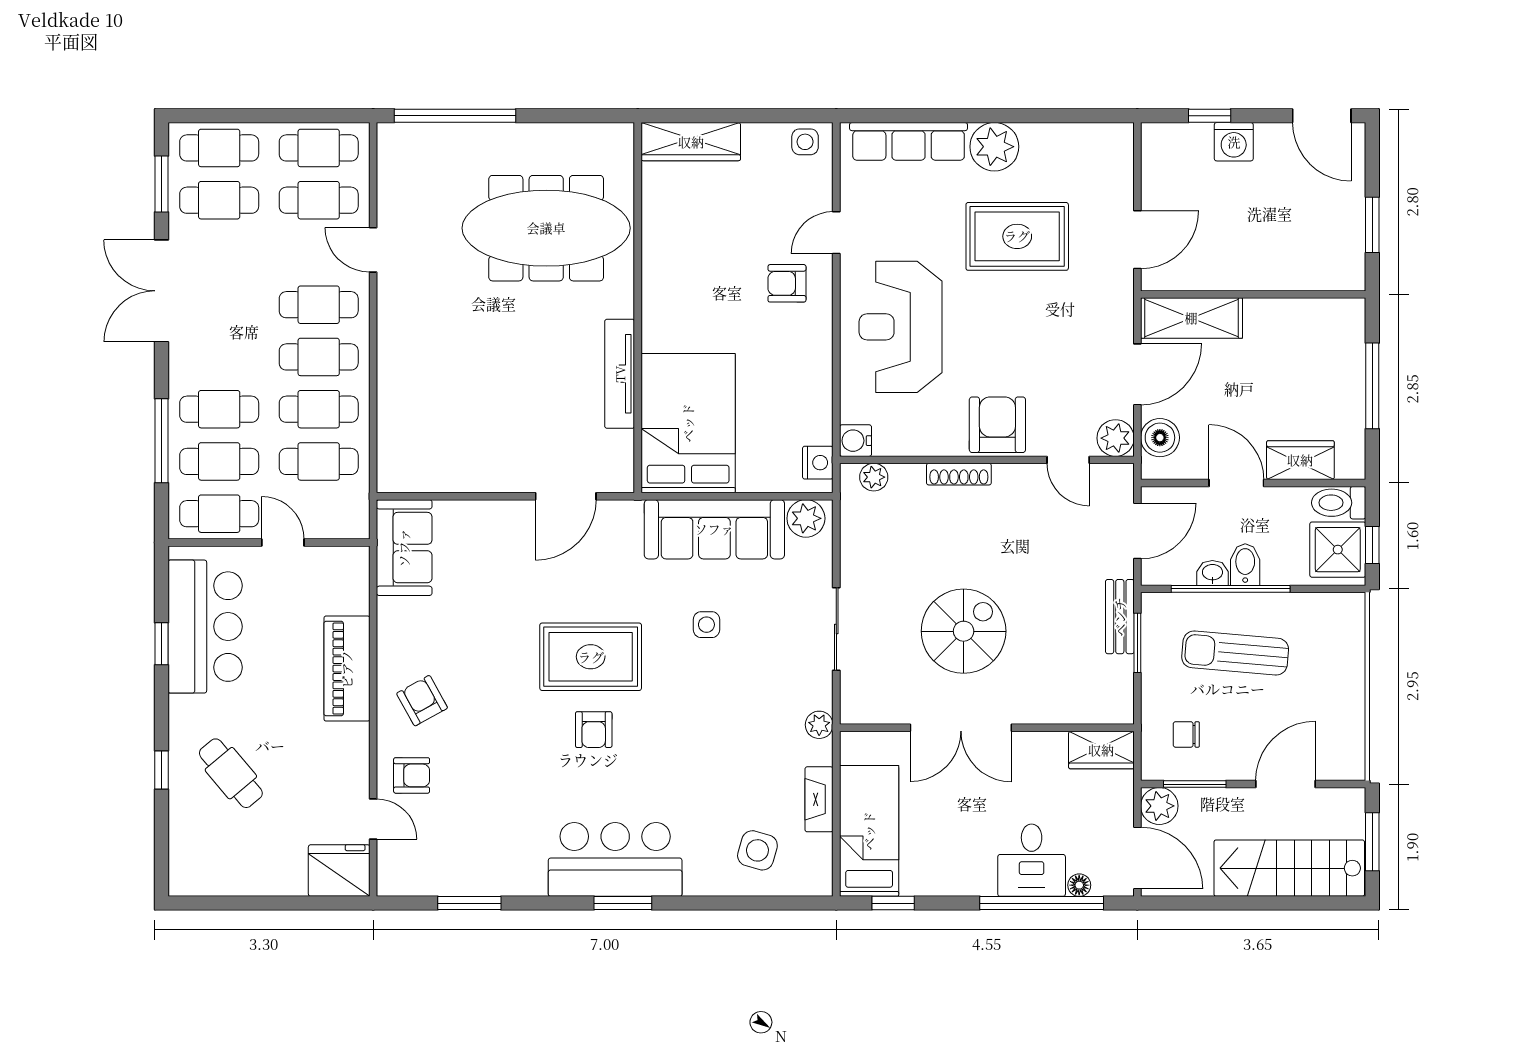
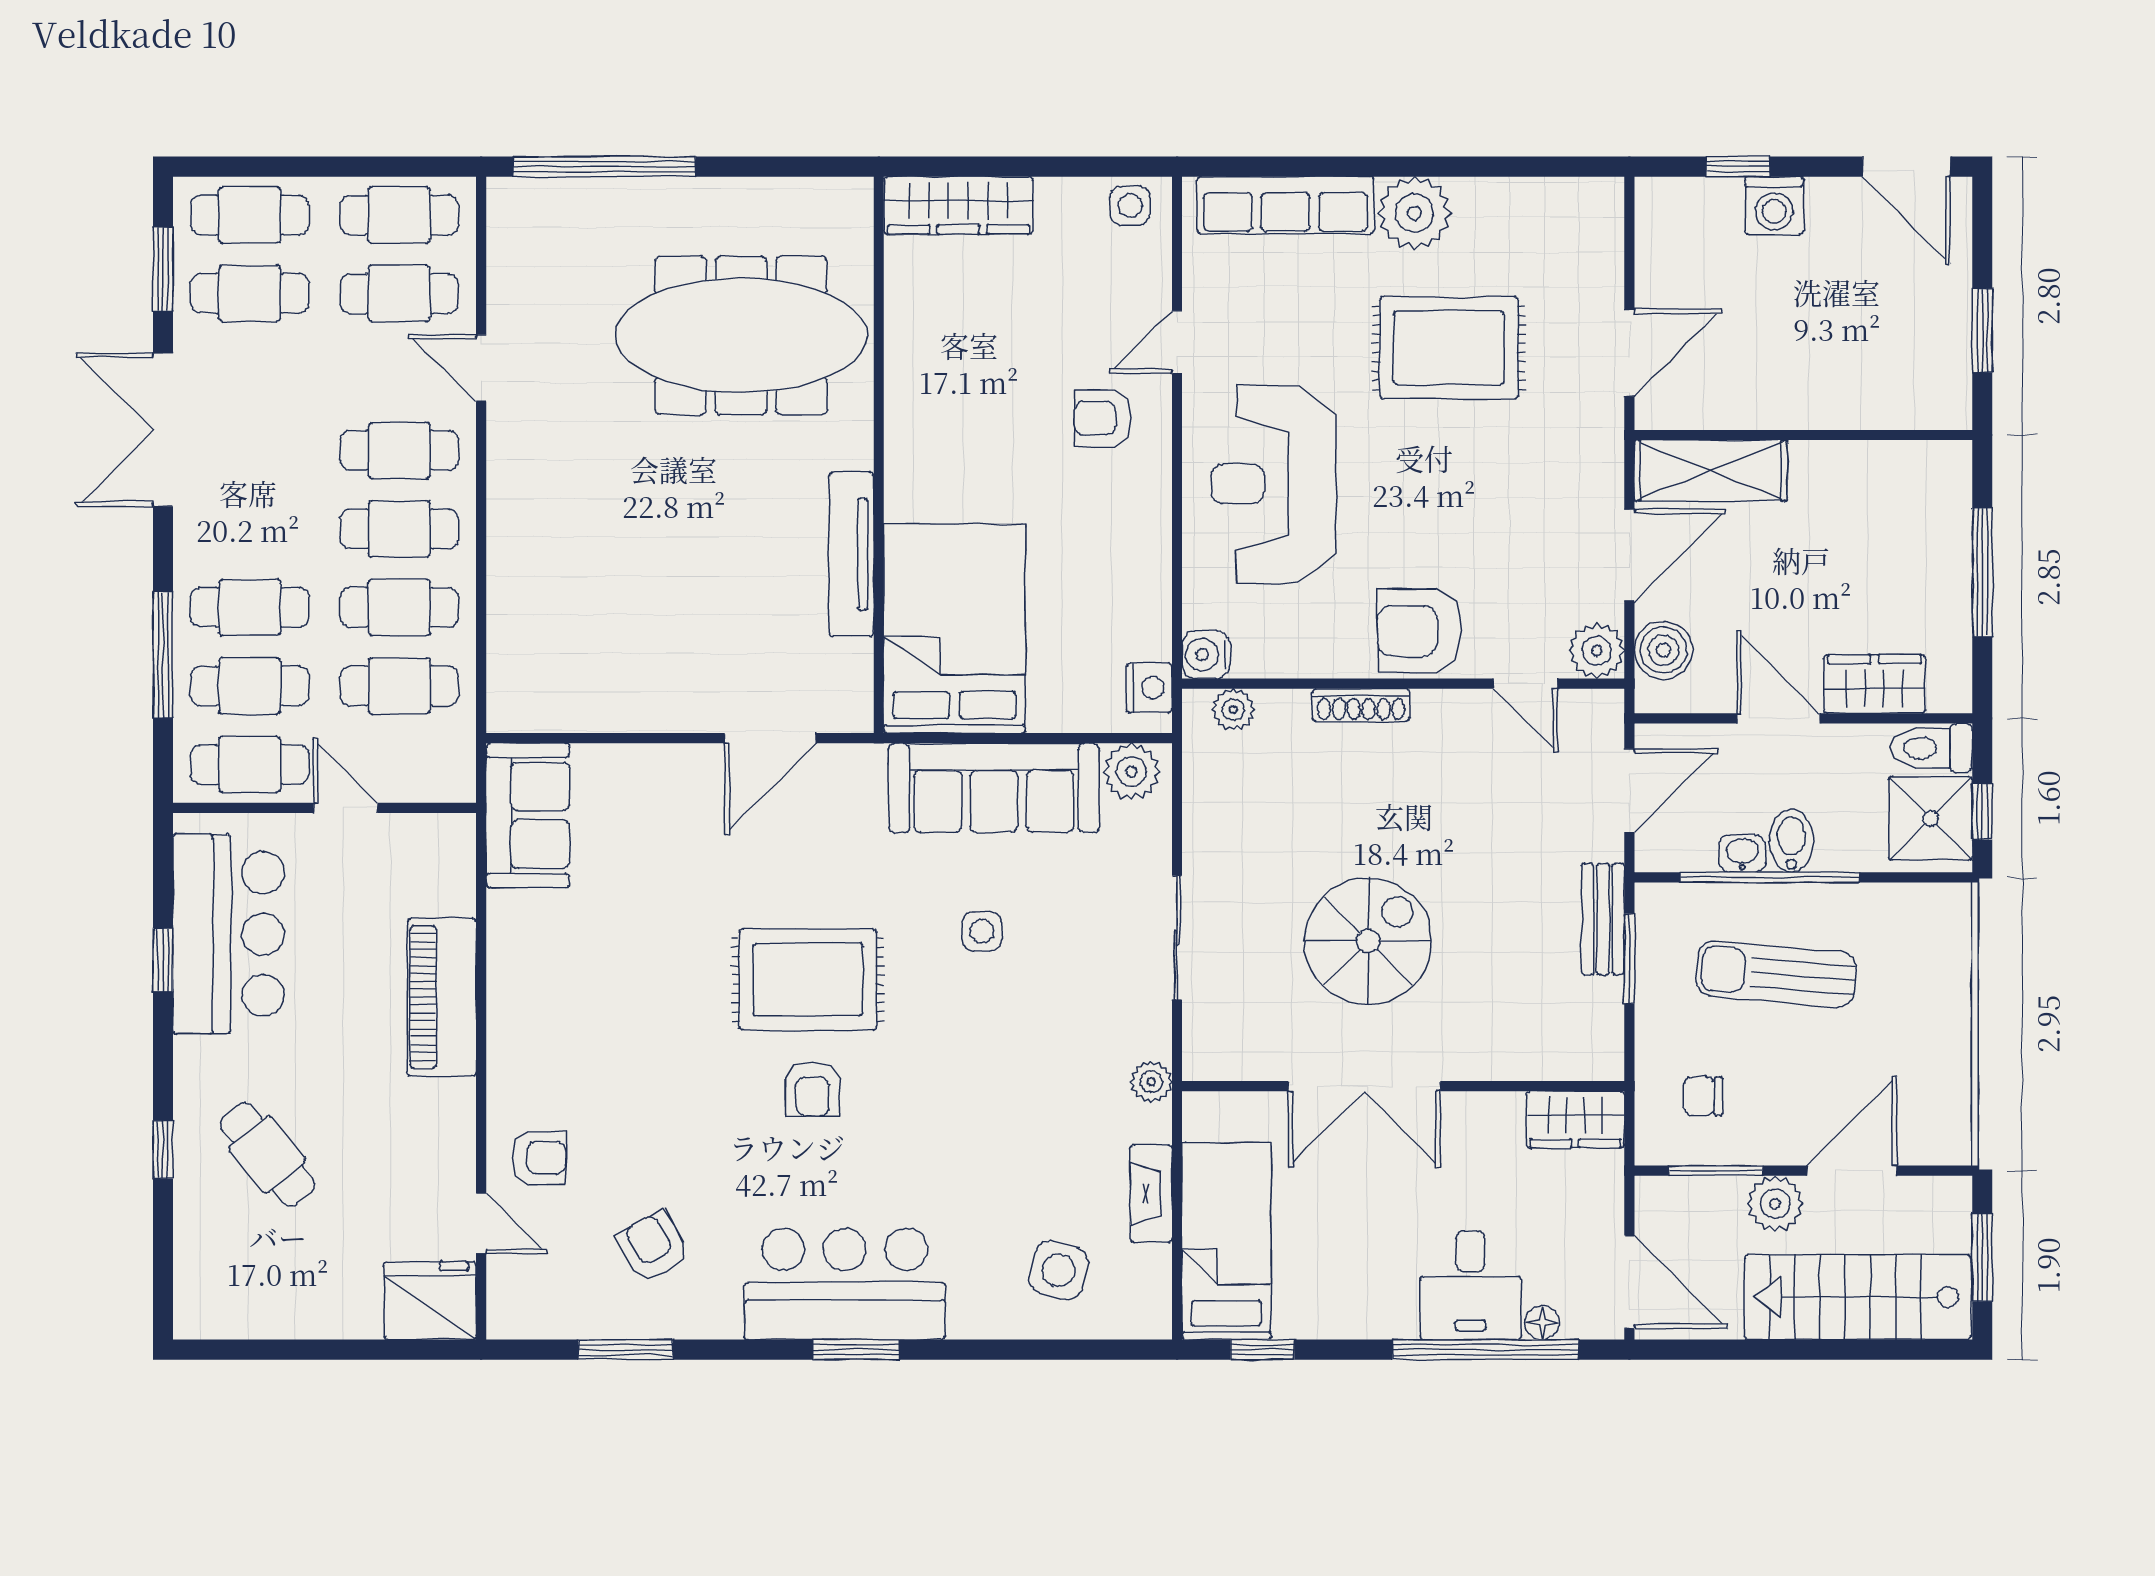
armchair: (997, 425) -> (1419, 631), turned -90
armchair: (422, 701) -> (653, 1247), moved
plant: (1159, 806) -> (1775, 1204), moved

